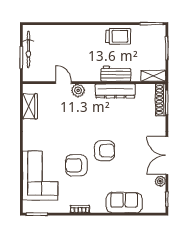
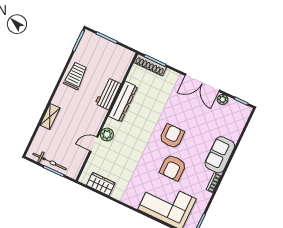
shelving: (153, 76) -> (50, 116), moved
sofa: (124, 203) -> (220, 155), moved

